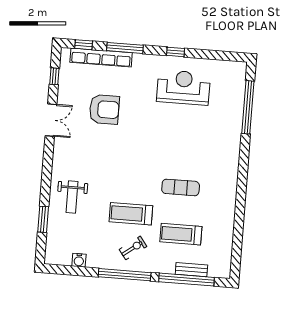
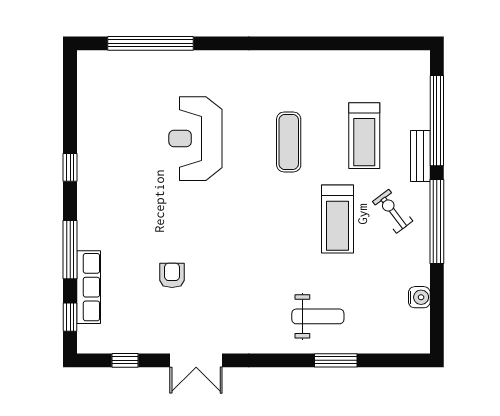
row of seats: (101, 58) -> (89, 287), width x0.73
reception desk: (183, 87) -> (195, 139), moved
armchair: (104, 109) -> (172, 275), width x0.53, depth x0.53
double door: (51, 120) -> (196, 360), swing flipped
window: (43, 219) -> (336, 360), moved
bench: (191, 270) -> (420, 156), moved

